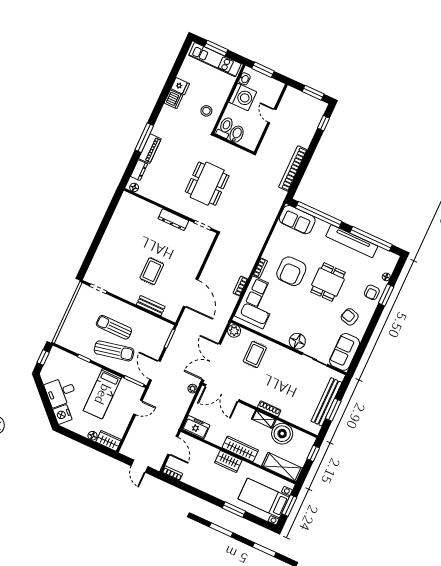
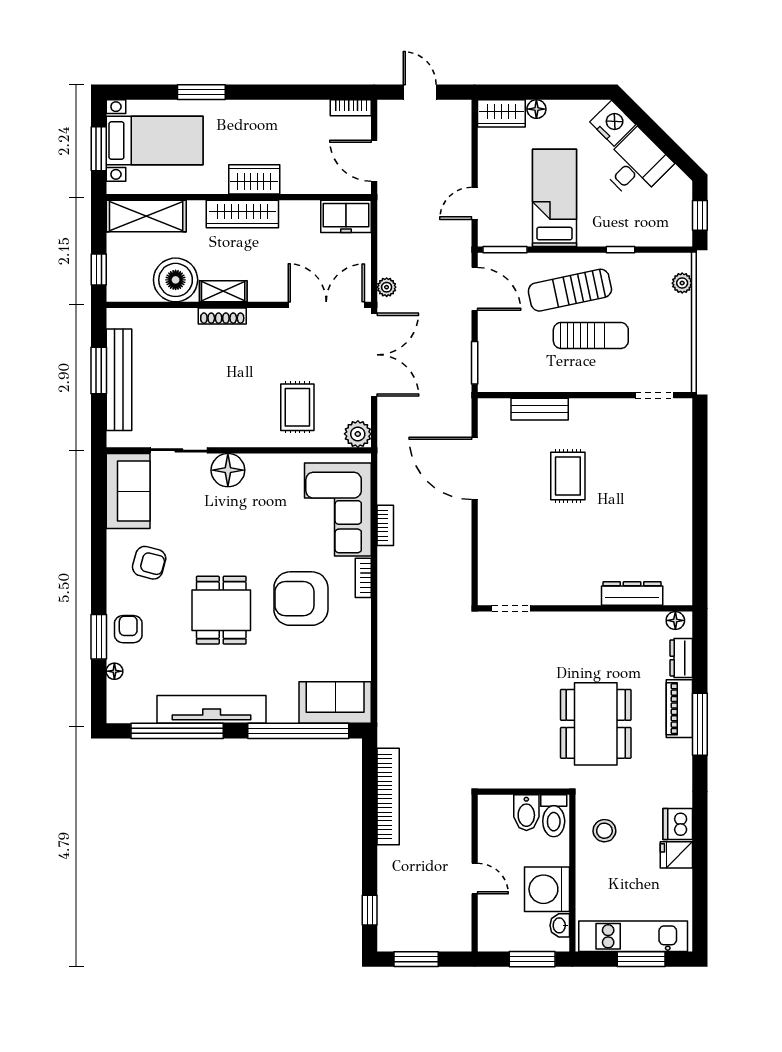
dining table: (207, 184) -> (596, 724), moved
dresser: (173, 220) -> (632, 593), moved
armchair: (291, 271) -> (301, 599), turned -90
plant: (64, 332) -> (682, 283), added

